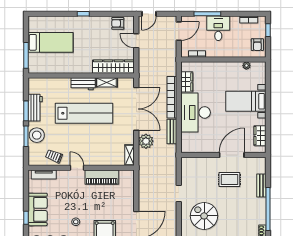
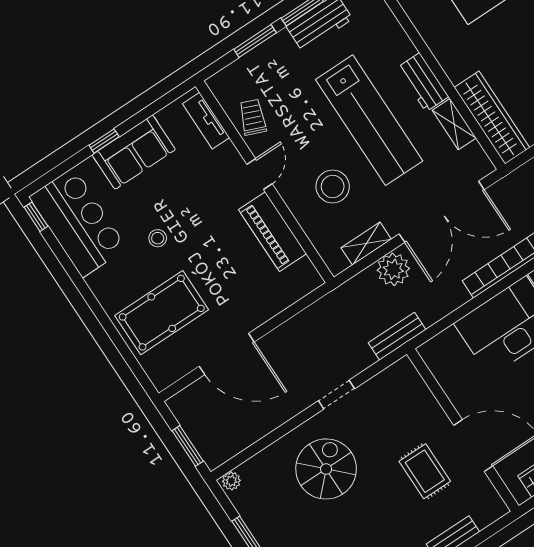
bench: (172, 132) -> (397, 336), moved
stool: (37, 135) -> (333, 187), moved
shelving: (129, 155) -> (366, 244), moved

